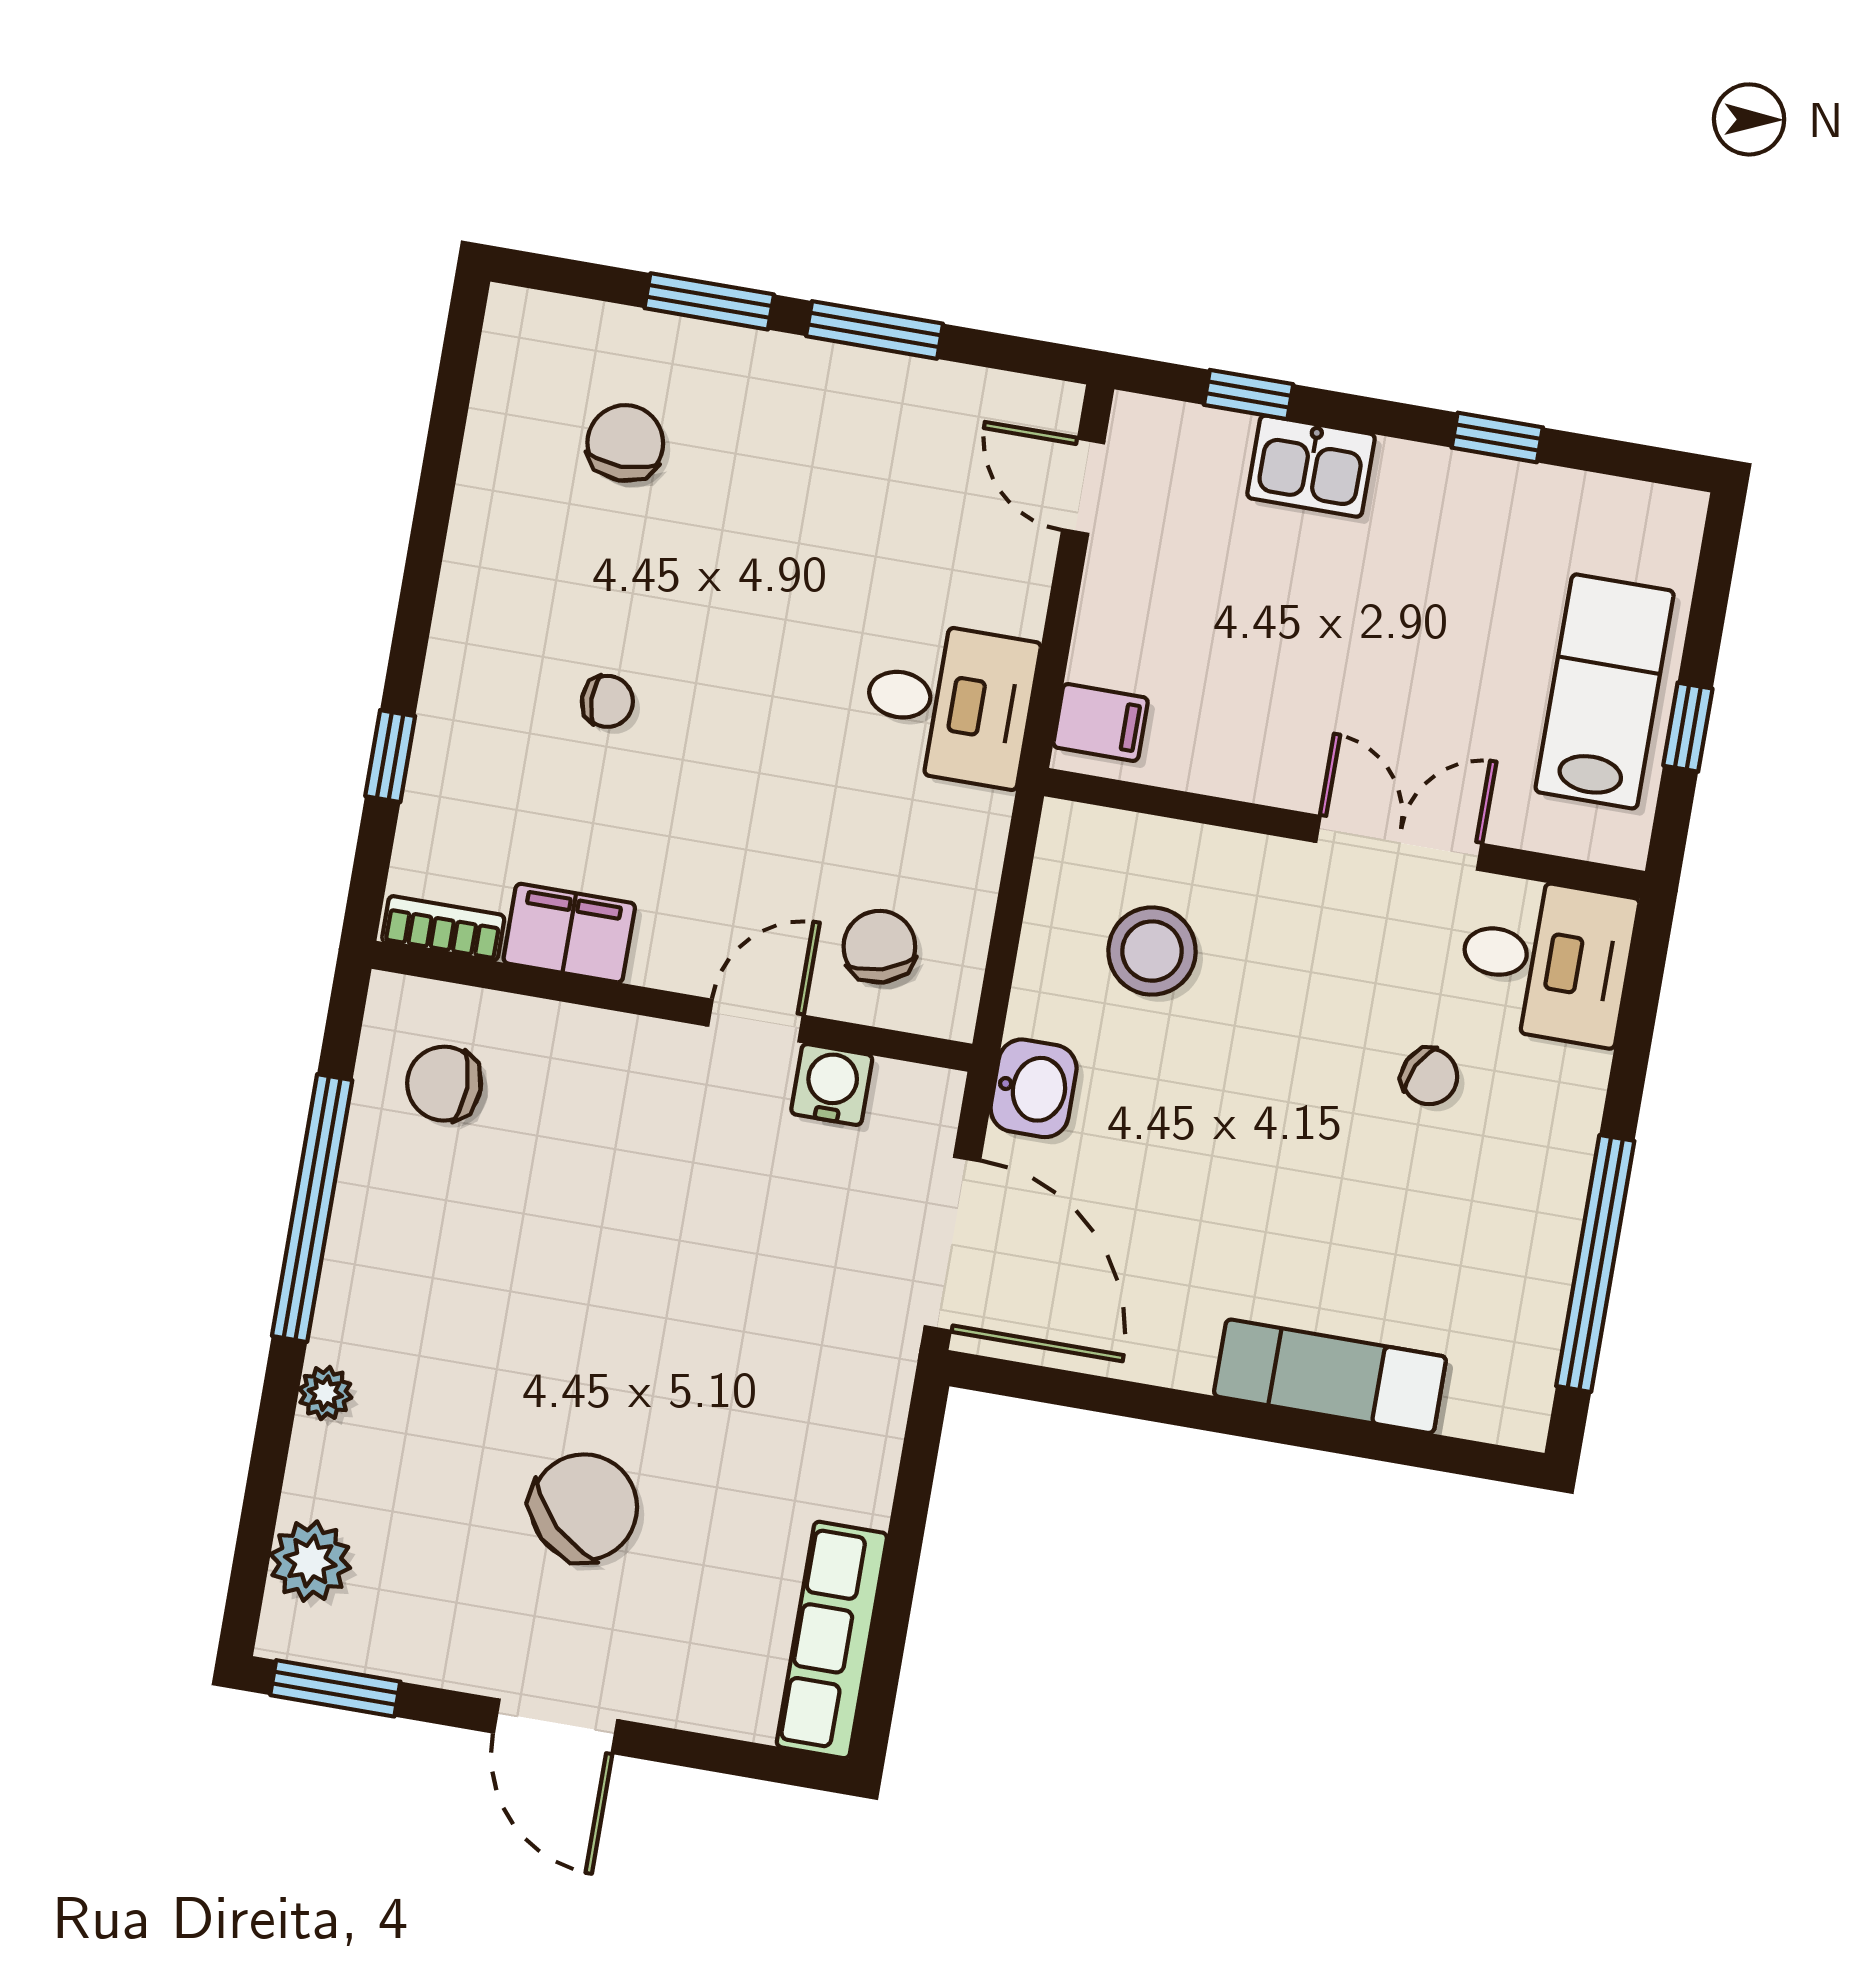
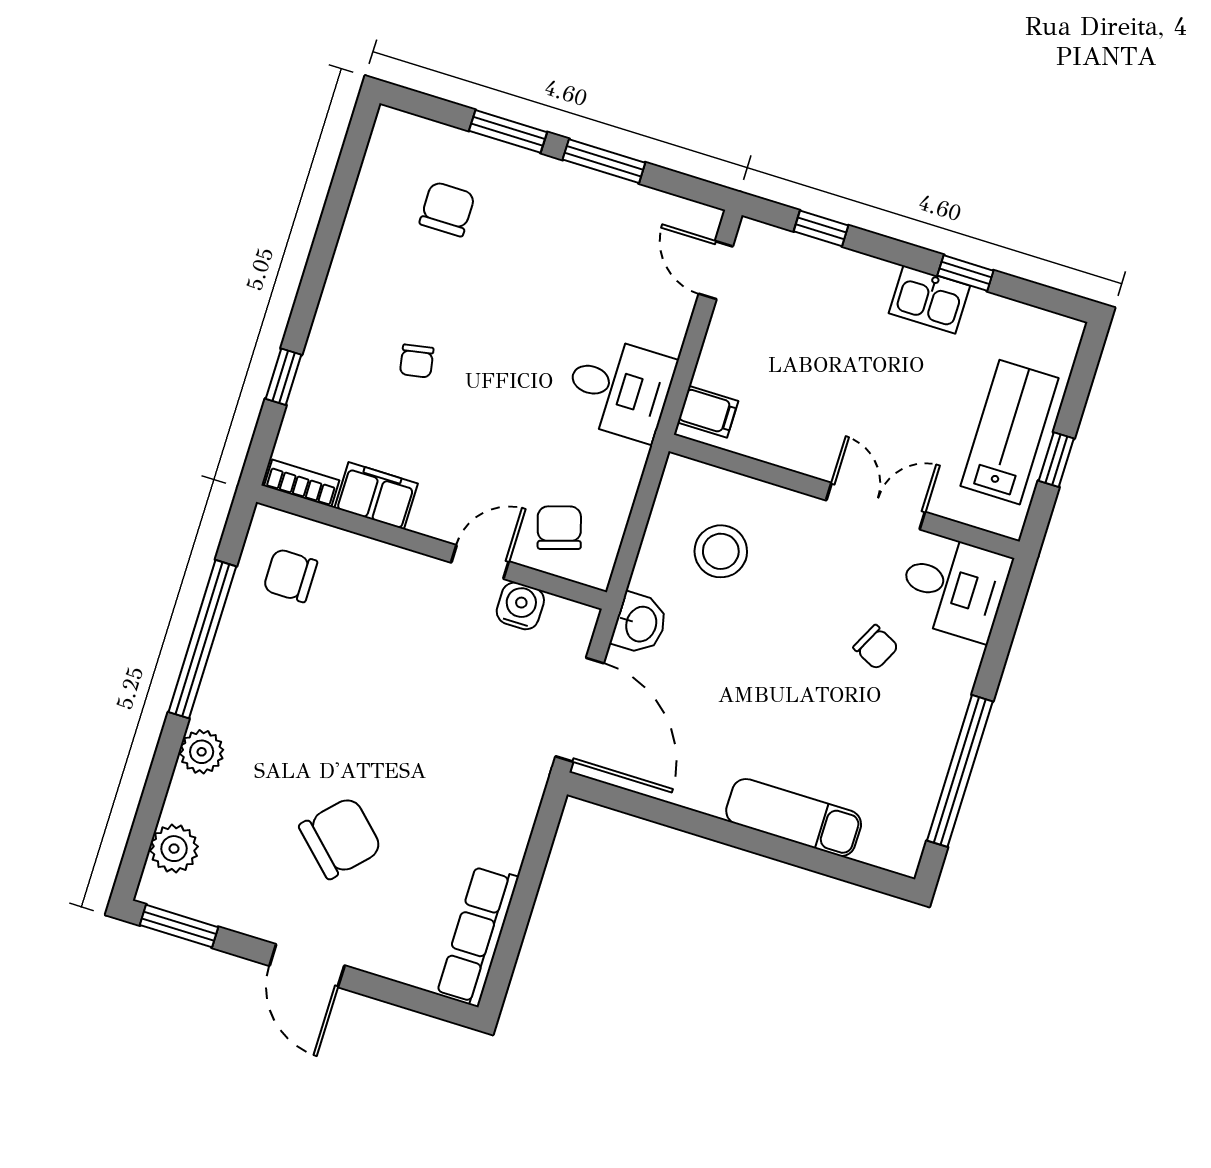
kitchen sink: (1311, 466) -> (929, 299), moved
chair: (607, 701) -> (417, 361), turned 81
plant: (325, 1393) -> (202, 752), width x1.38, depth x1.38

